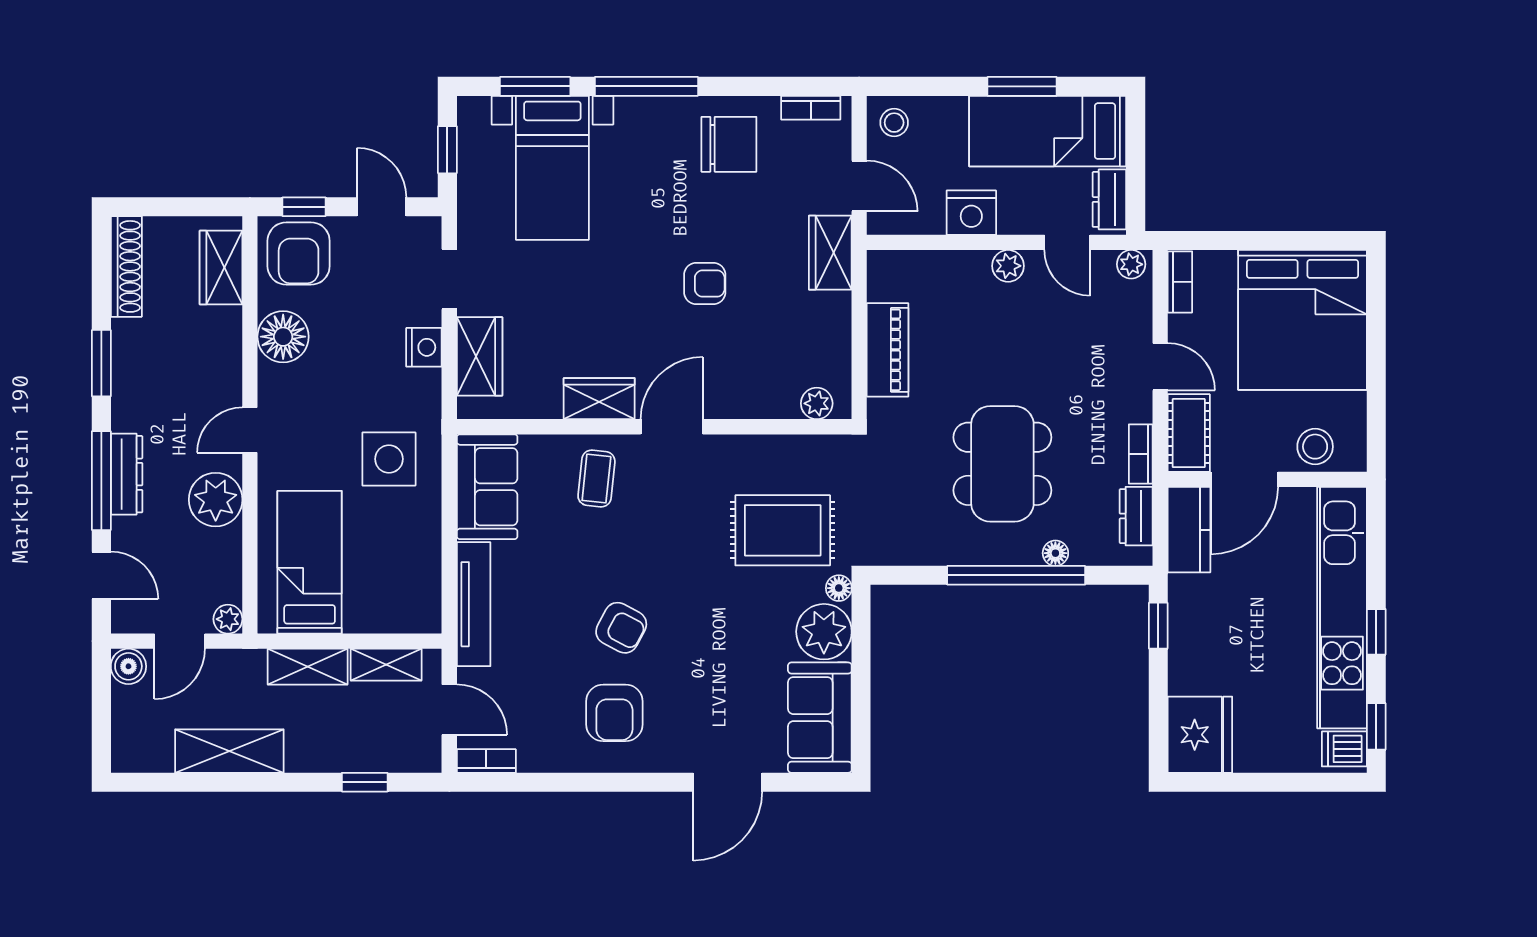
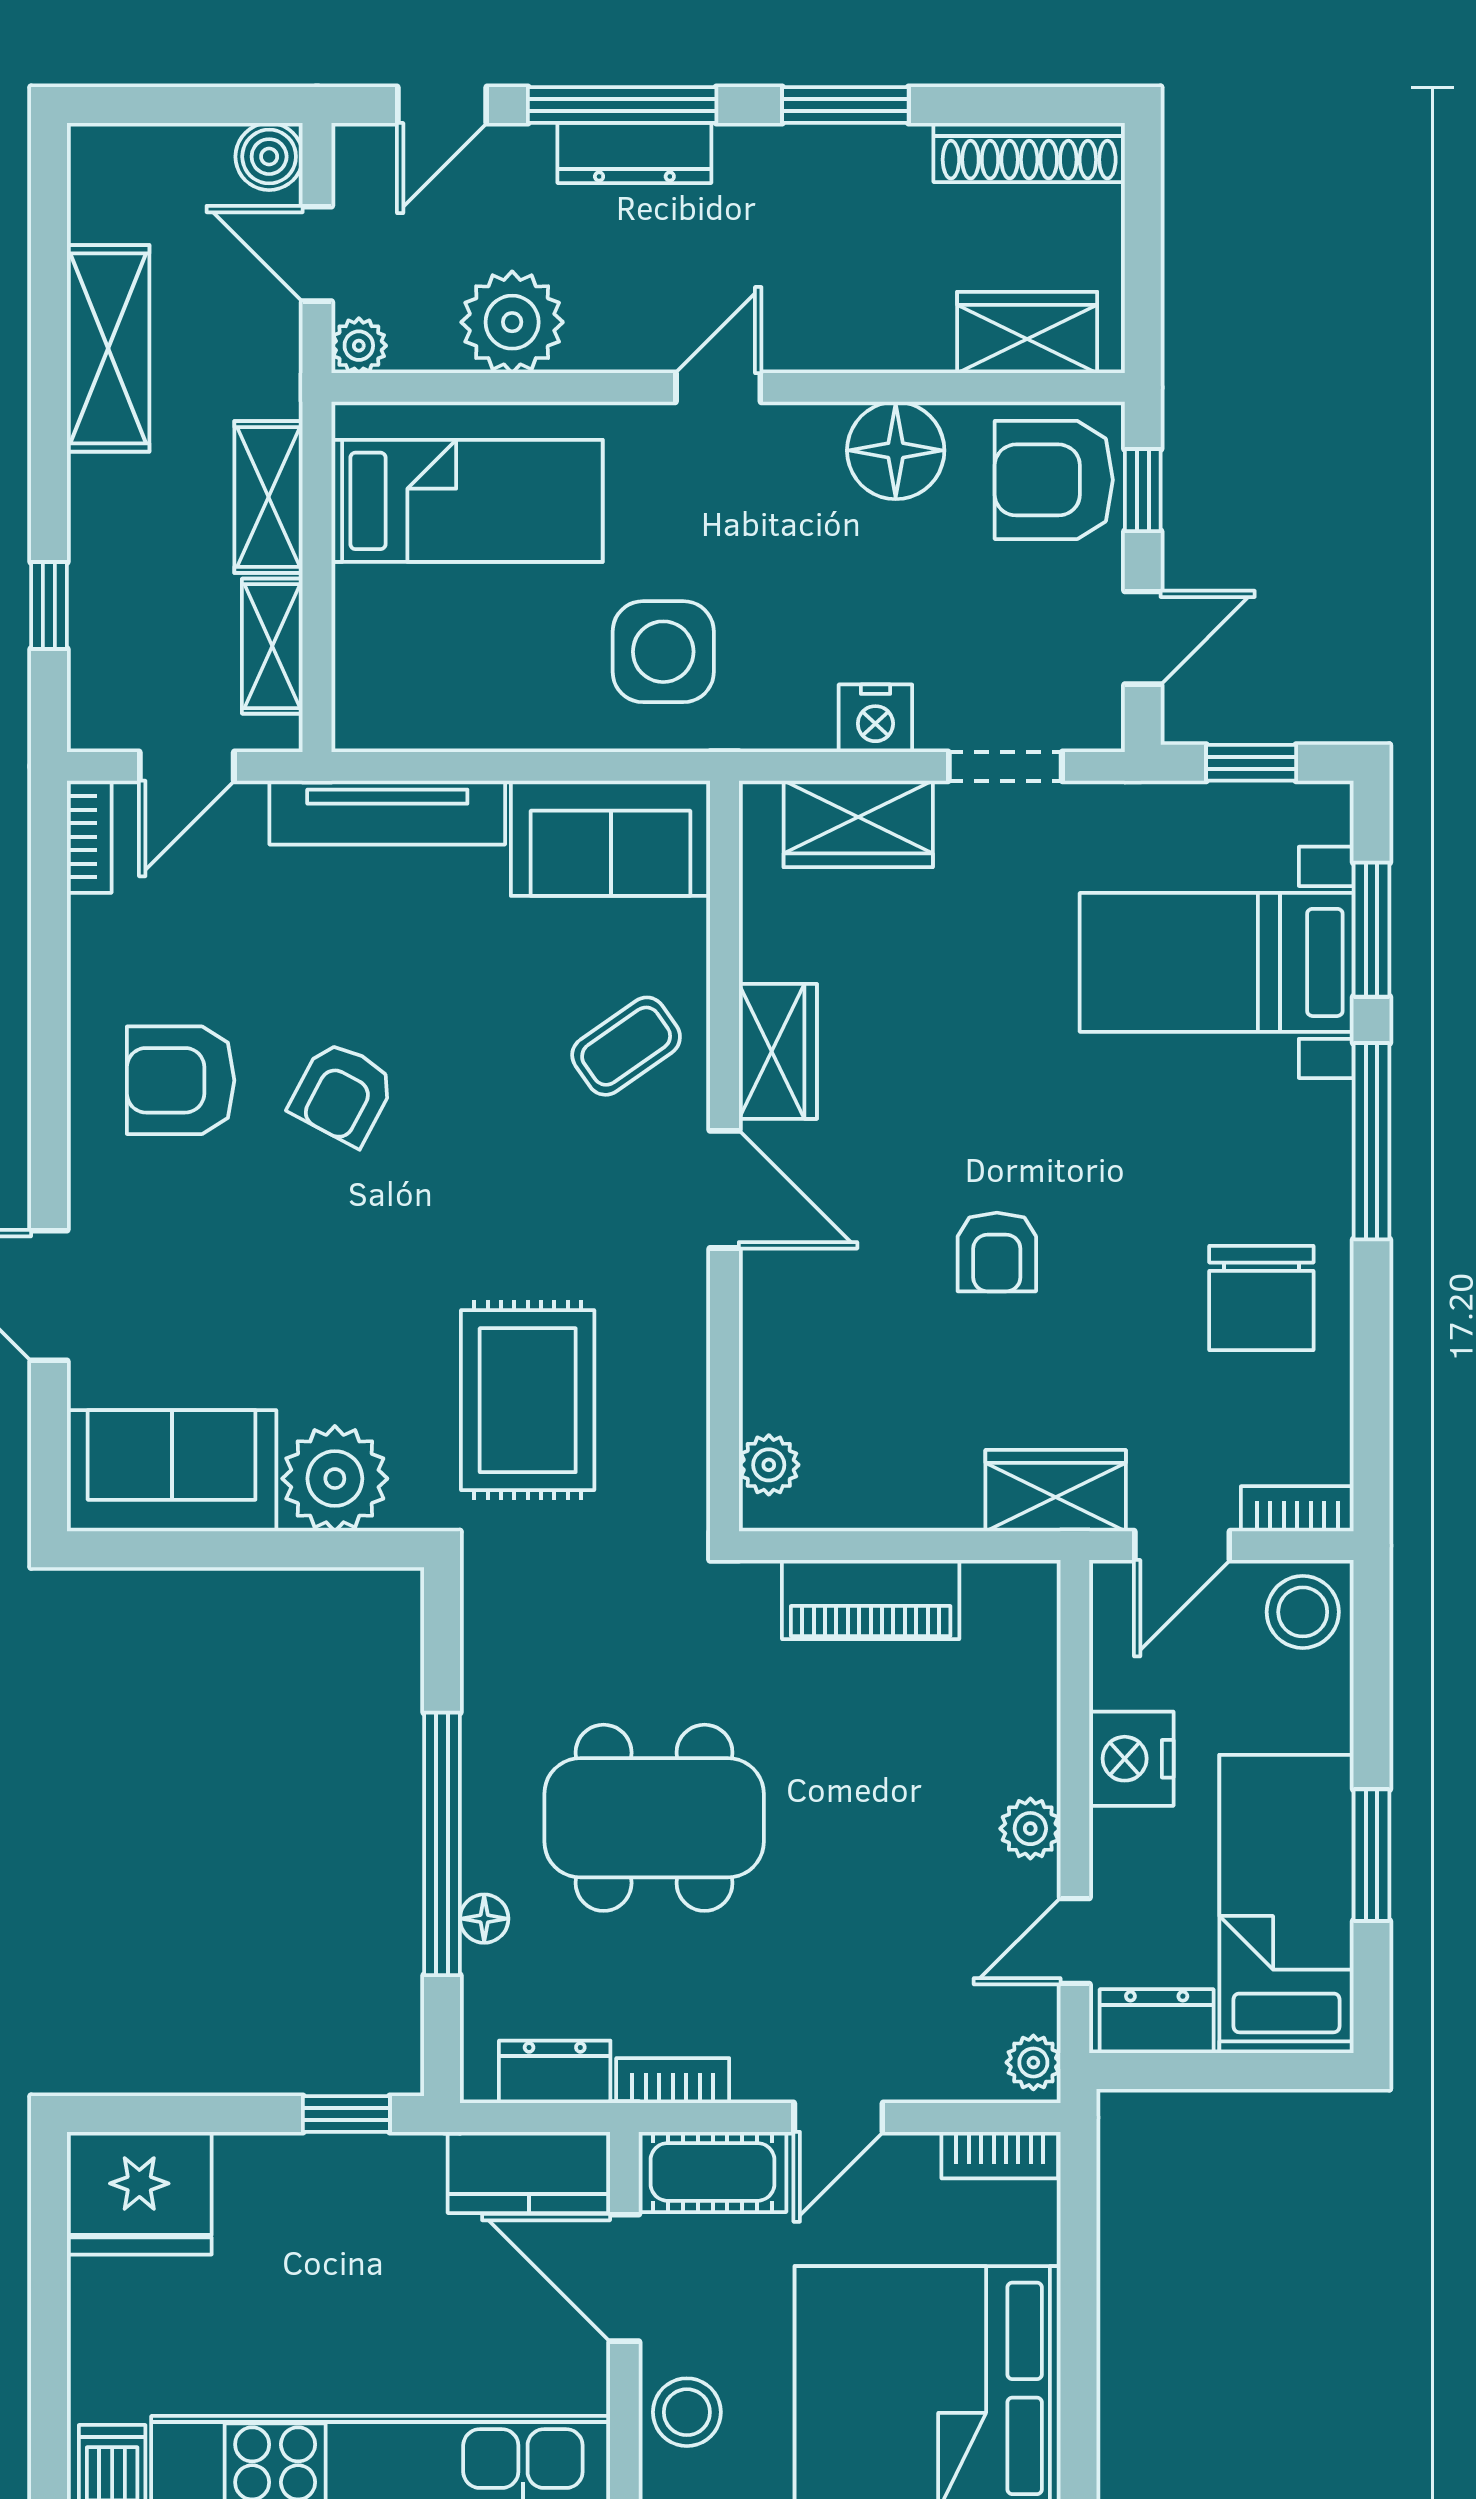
bookcase: (811, 108) -> (1297, 1509), moved, turned 90
stool: (894, 123) -> (1303, 1612), width x1.37, depth x1.37
door: (250, 430) -> (718, 387), hinge flipped
coffee table: (596, 479) -> (626, 1046), turned -41
plant: (216, 500) -> (512, 322), moved
floor lamp: (839, 588) -> (418, 1507), removed

